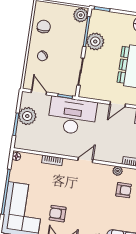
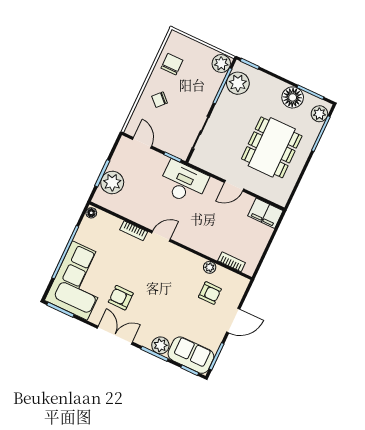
plant: (95, 42) -> (238, 83), moved
plant: (27, 116) -> (112, 183), moved
desk: (72, 116) -> (183, 183), width x0.73, depth x0.77
door: (85, 160) -> (161, 236), moved

